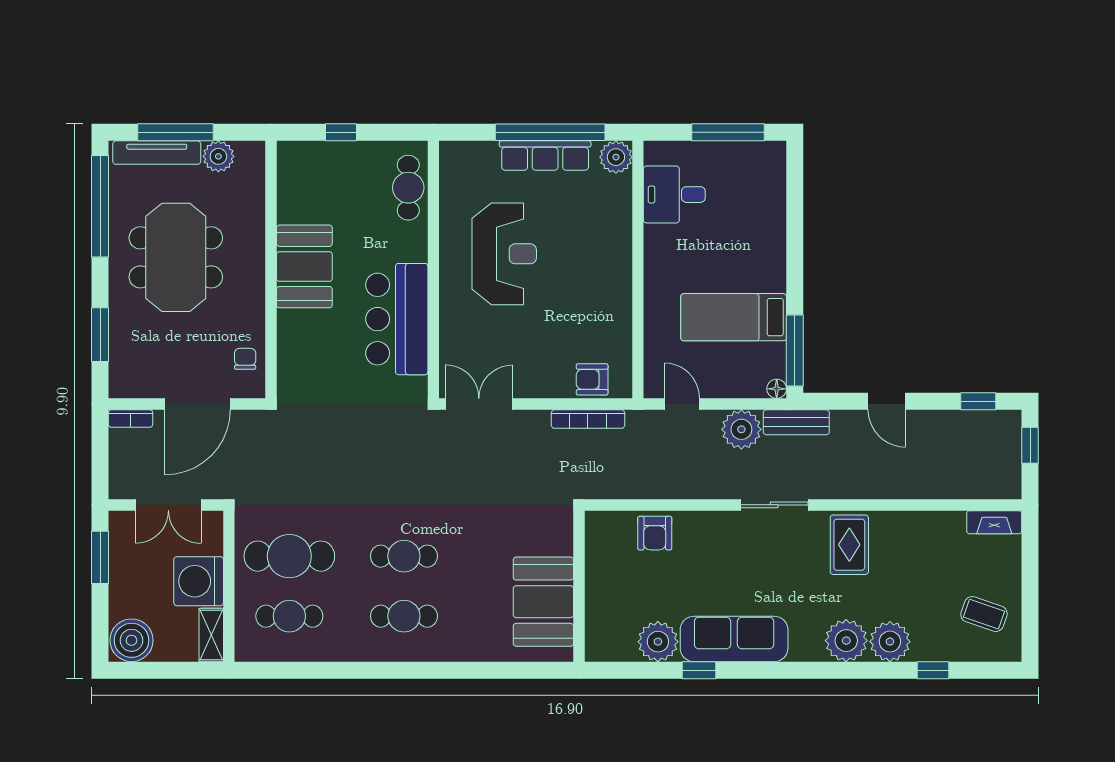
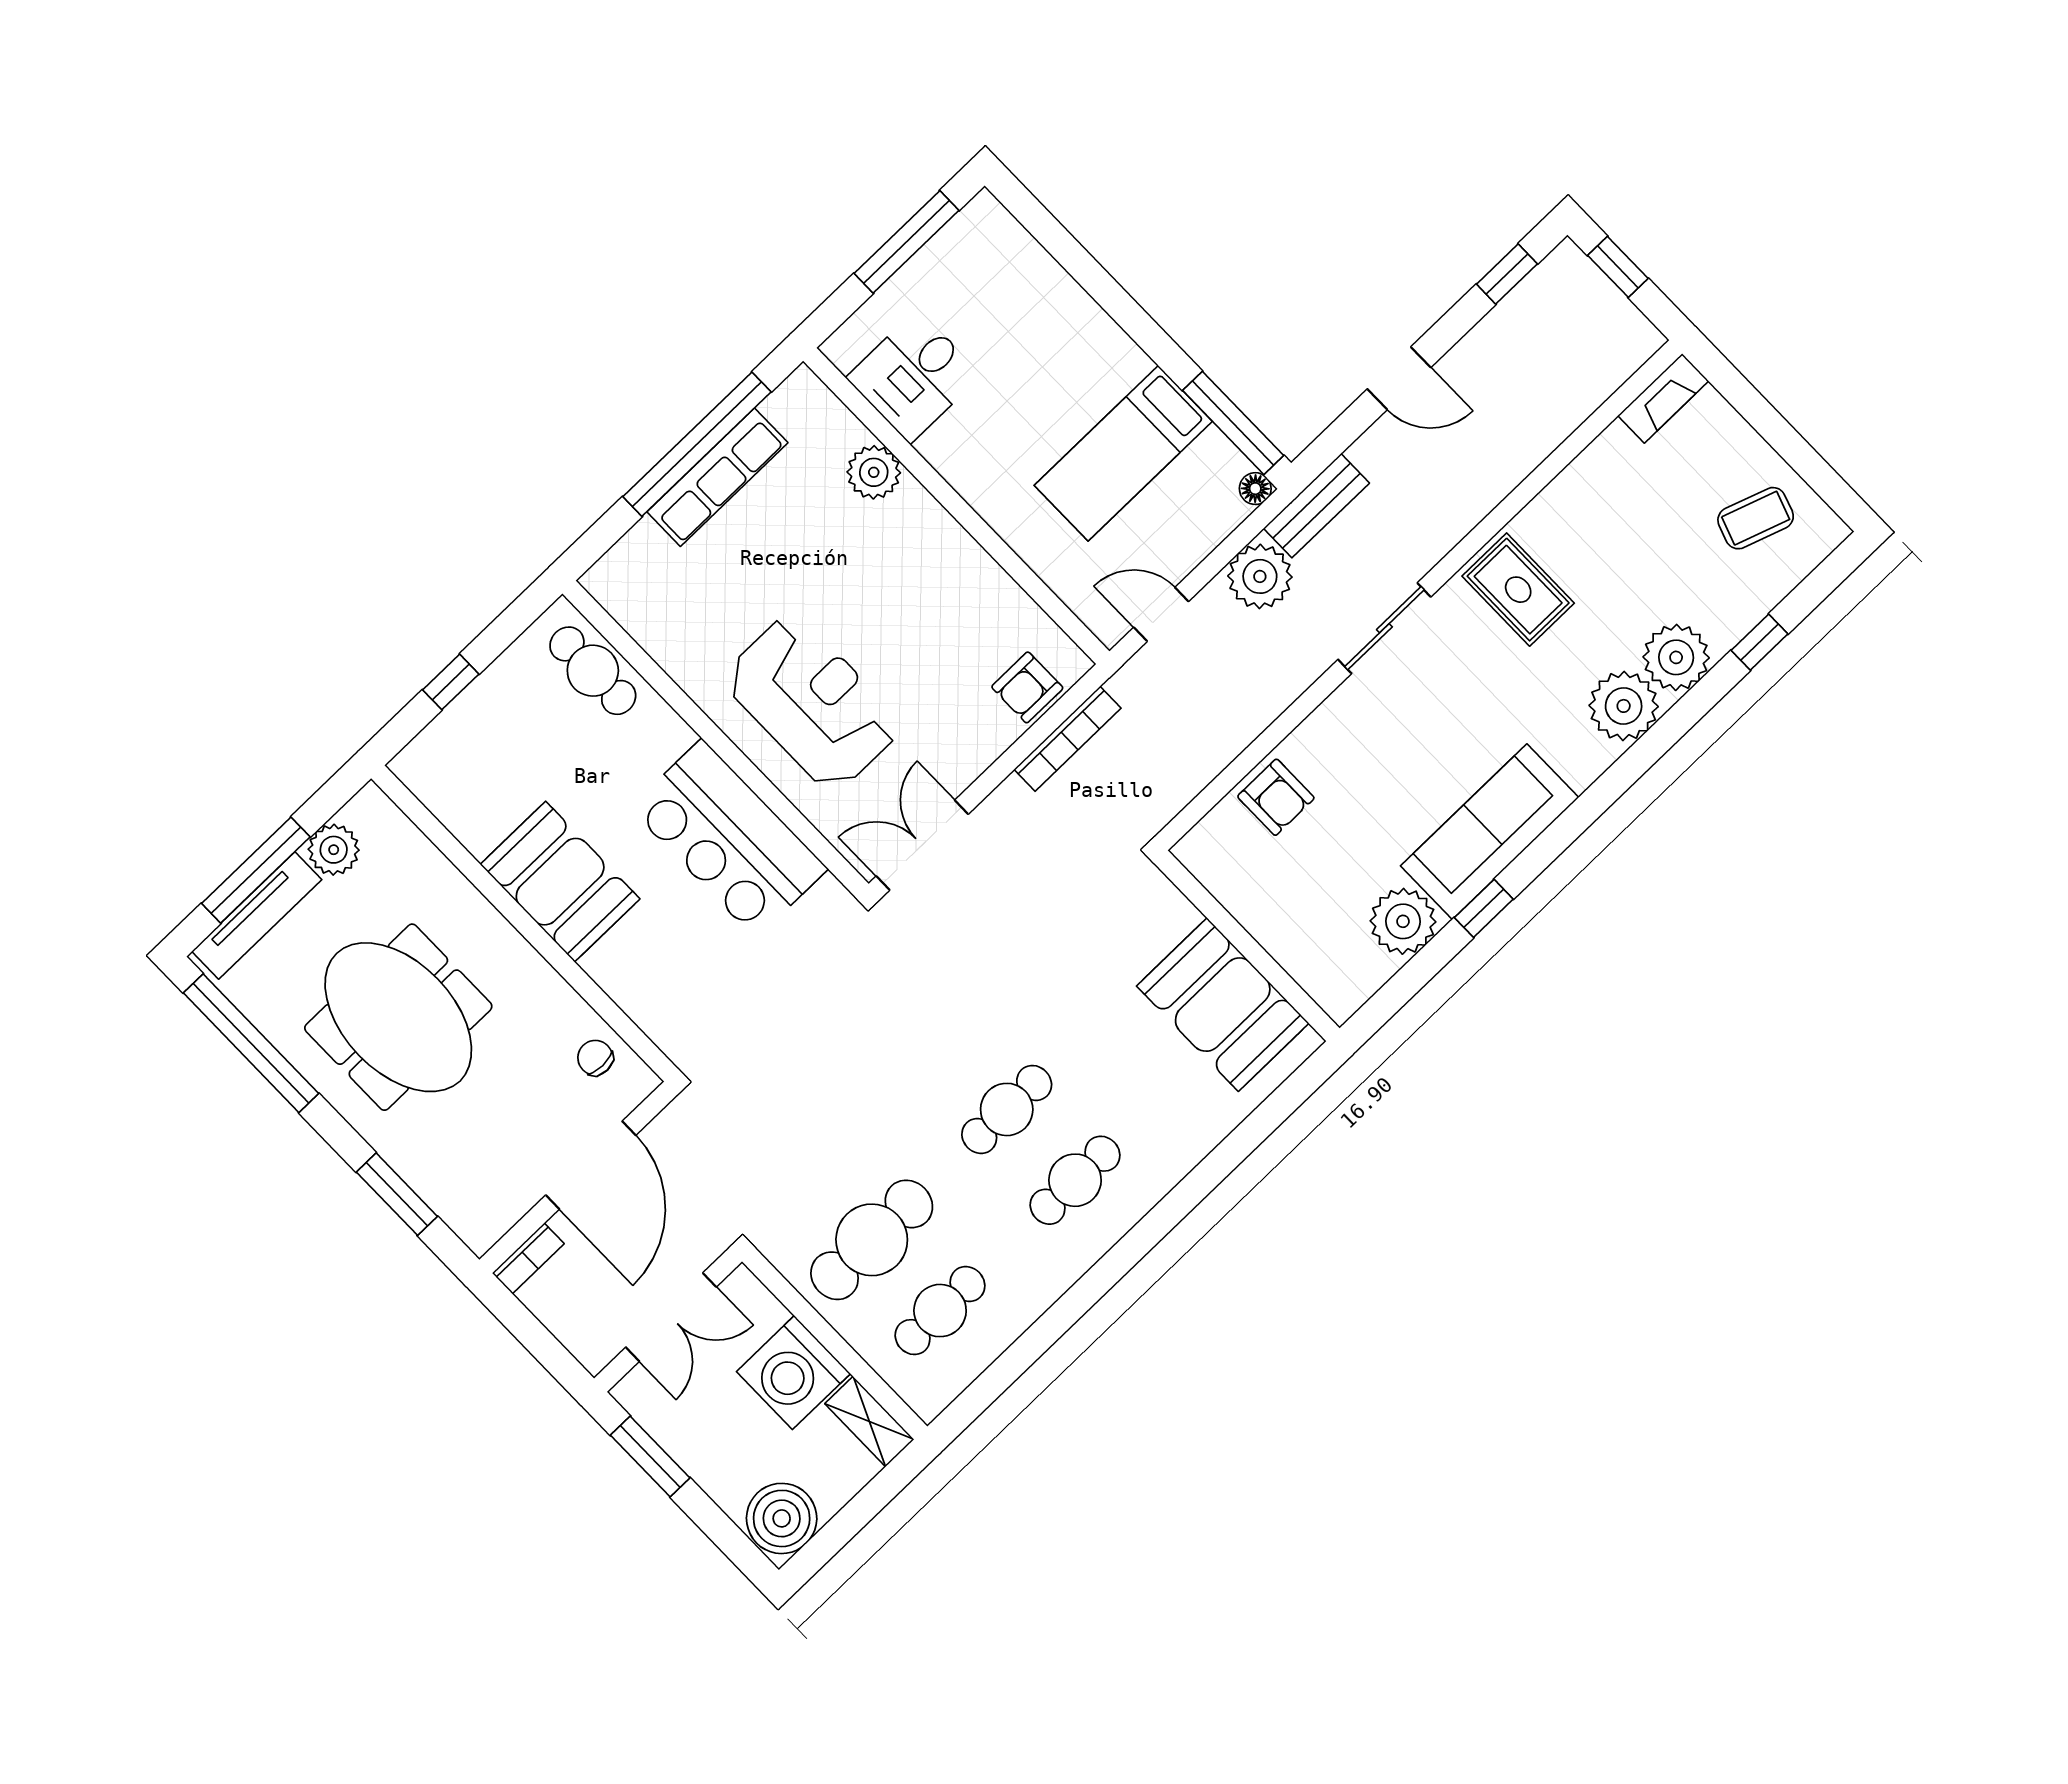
plant: (616, 157) -> (874, 472), moved
reception desk: (504, 254) -> (812, 702), moved

